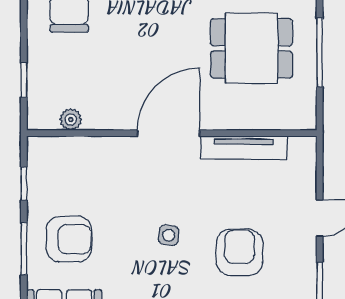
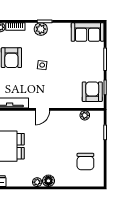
door: (168, 133) -> (42, 109), width x0.53
armchair: (69, 239) -> (92, 92), moved, turned 90

